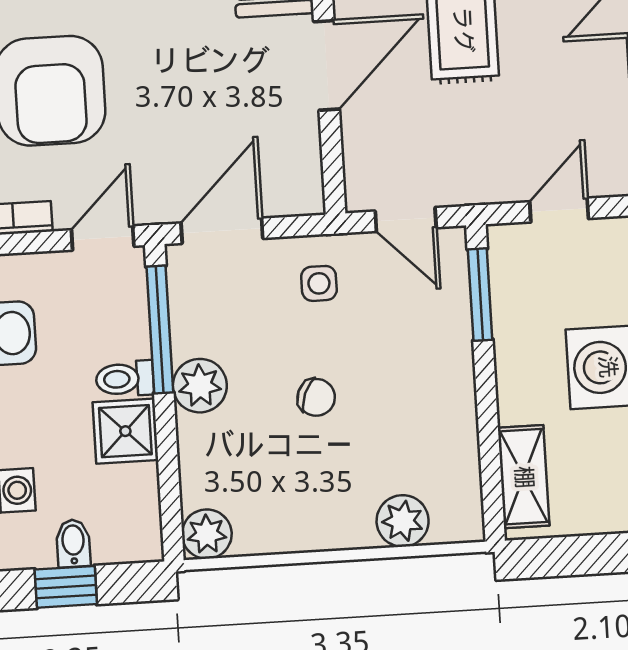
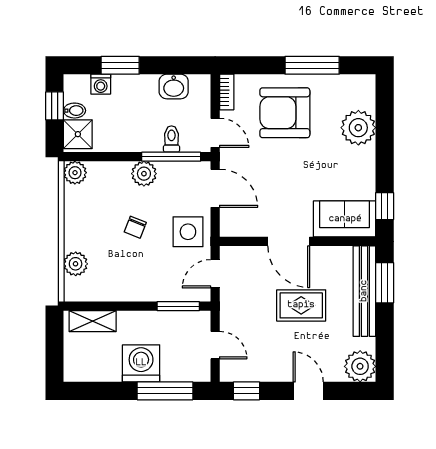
side table: (319, 283) -> (188, 232), width x1.87, depth x1.87
toilet: (125, 379) -> (171, 139), moved
shower: (125, 431) -> (78, 134), moved

